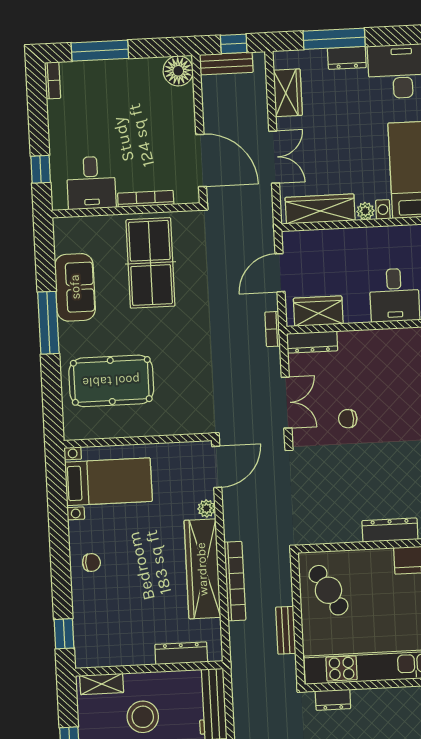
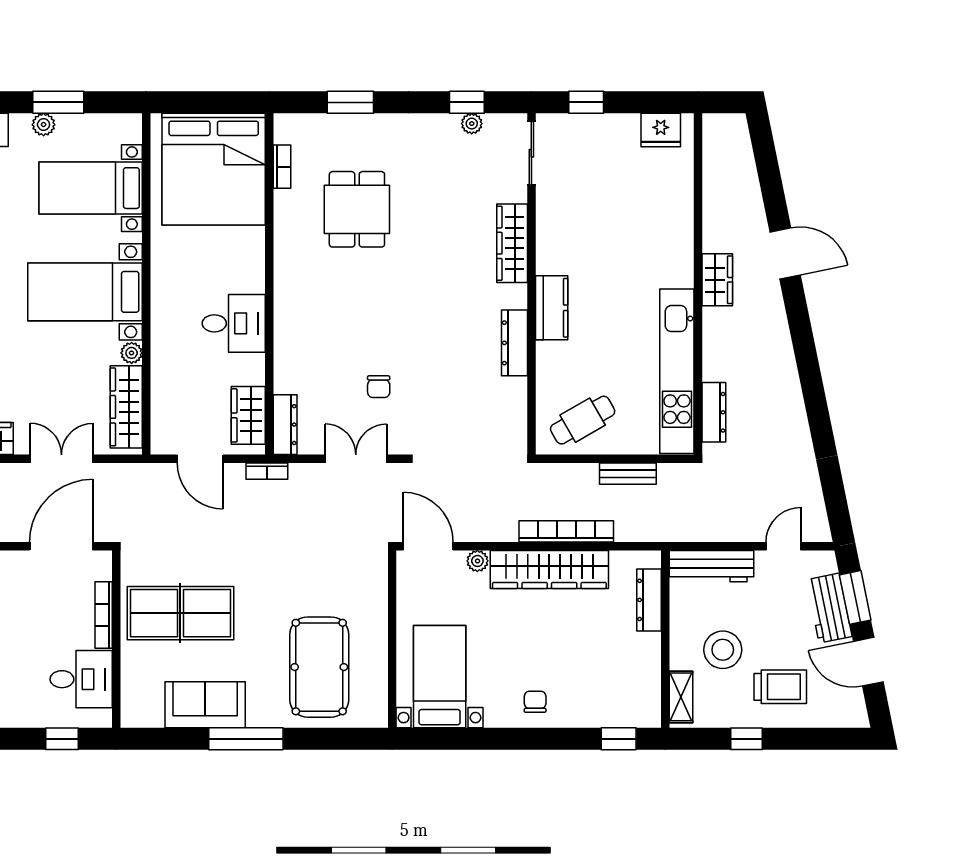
dresser: (333, 700) -> (714, 412), width x1.44

